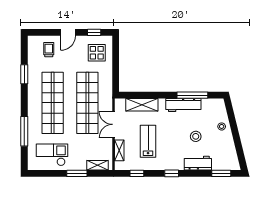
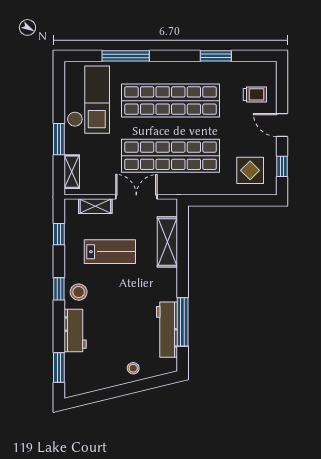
workbench: (183, 105) -> (167, 330), moved
stool: (196, 136) -> (79, 292), moved
checkout: (52, 155) -> (88, 100), width x1.36, depth x1.21

